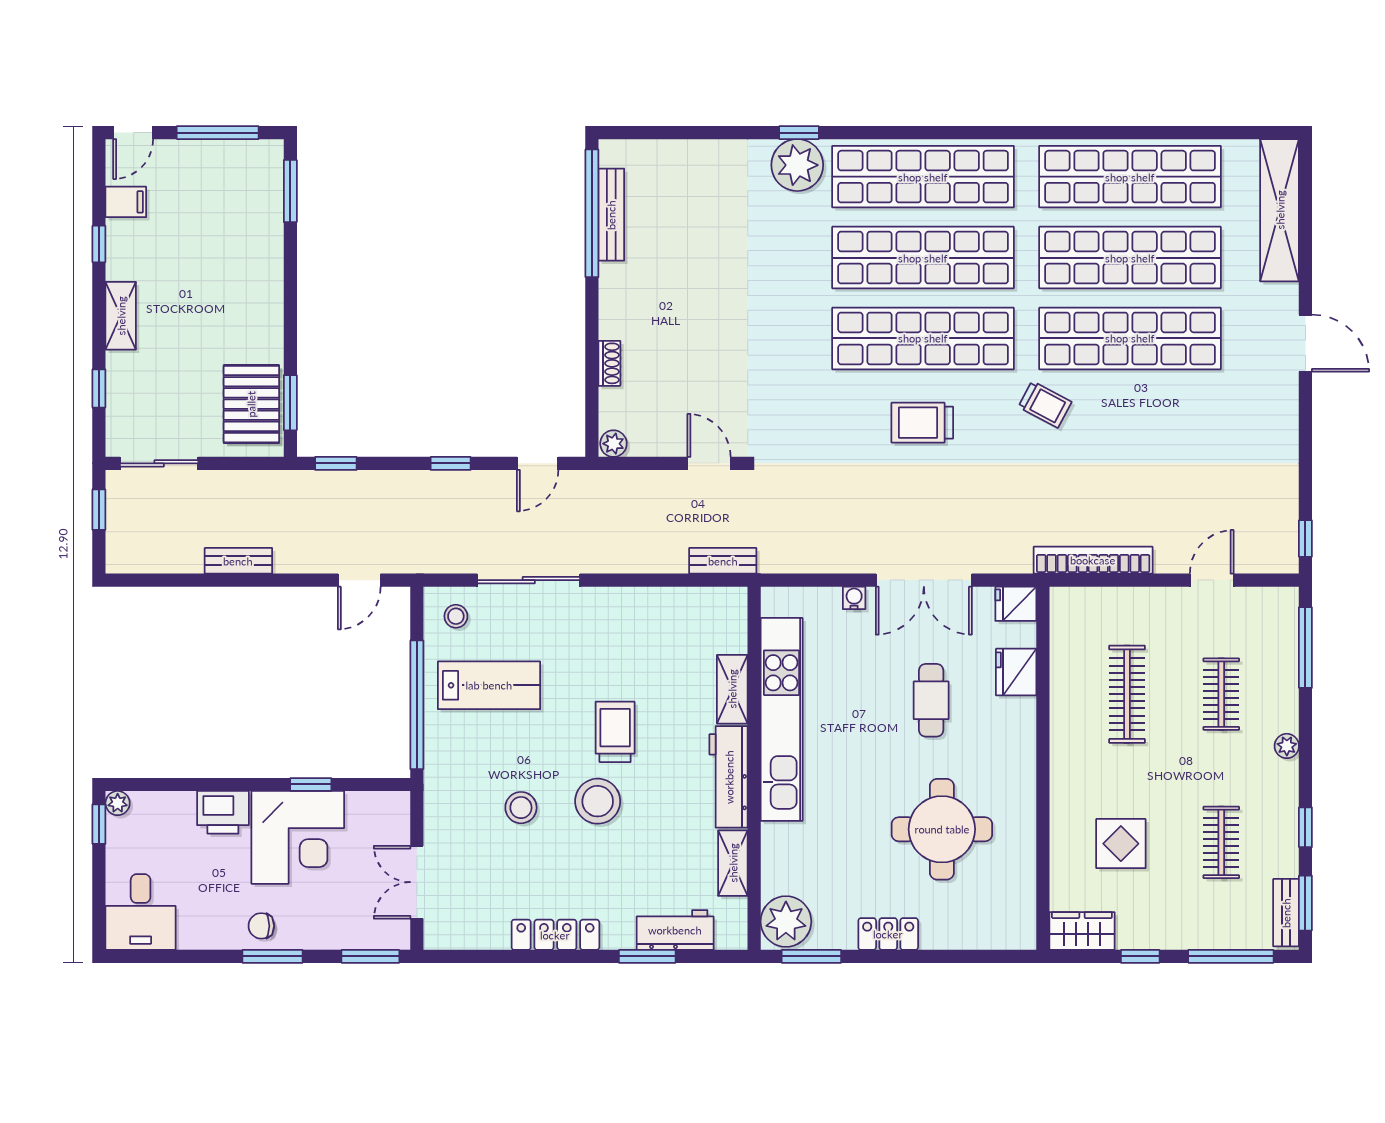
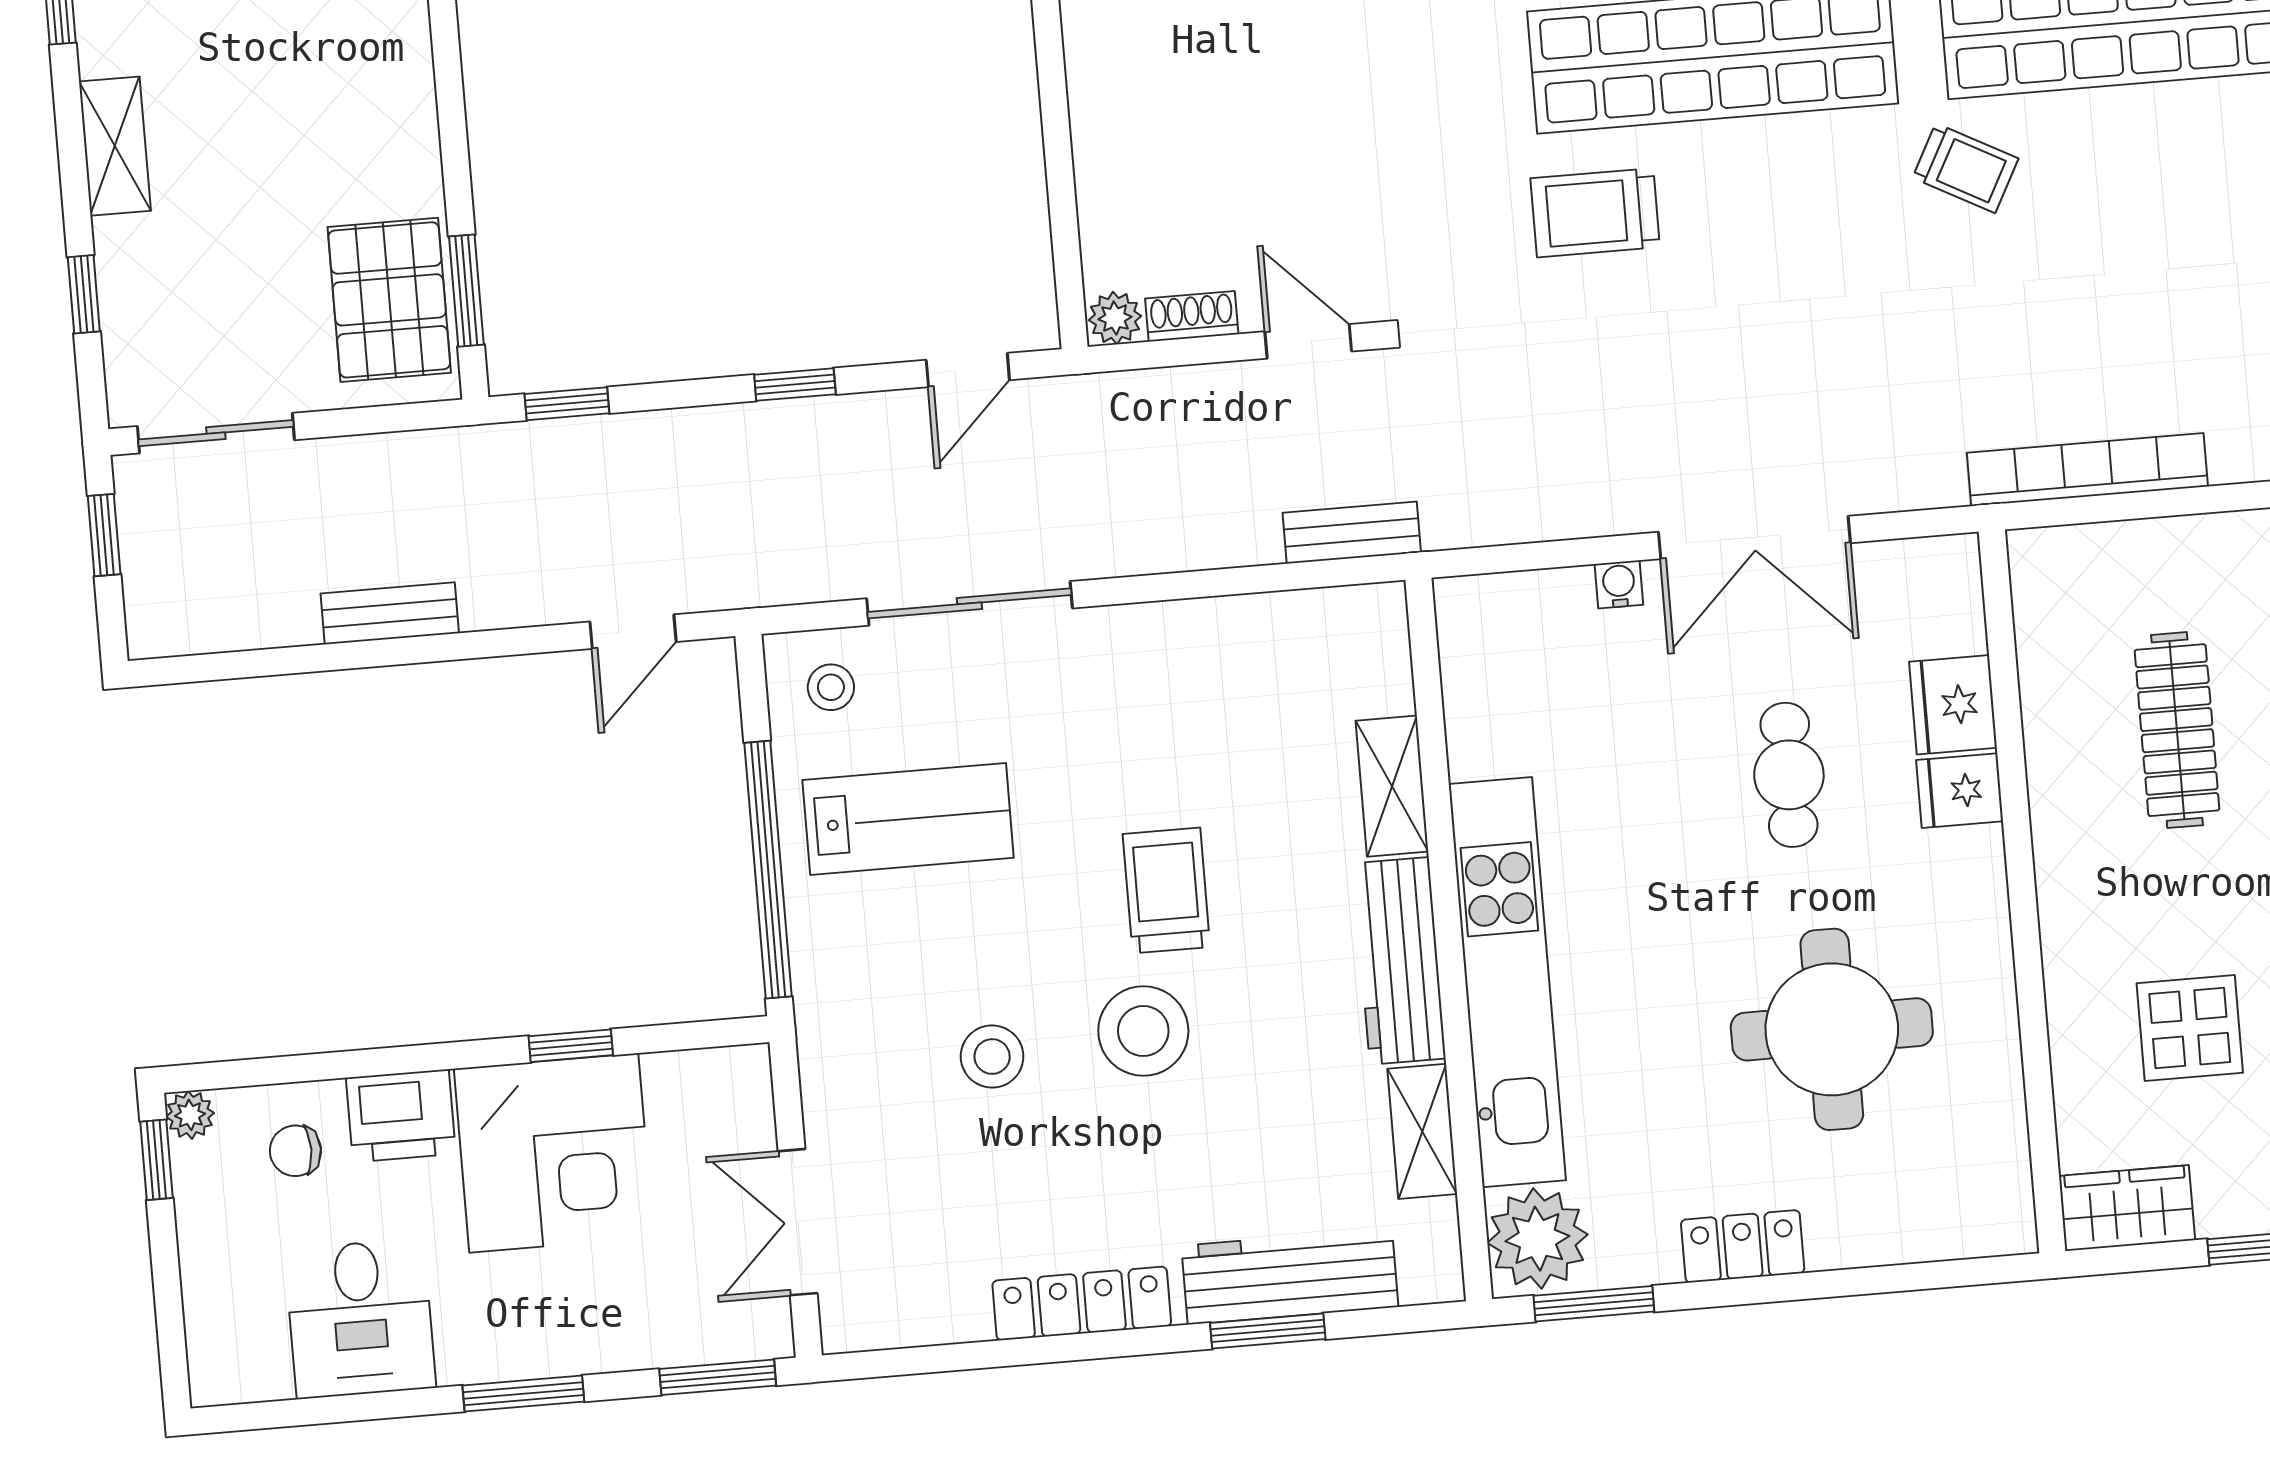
shoe rack: (609, 363) -> (1192, 316), moved, turned -90
trolley: (922, 423) -> (1595, 213), moved
fridge: (1016, 604) -> (1960, 791), moved
kitchen unit: (782, 719) -> (1507, 982), moved
desk: (141, 912) -> (360, 1319), moved
chair: (261, 926) -> (295, 1151), moved
workbench: (675, 930) -> (1290, 1276), width x1.38

